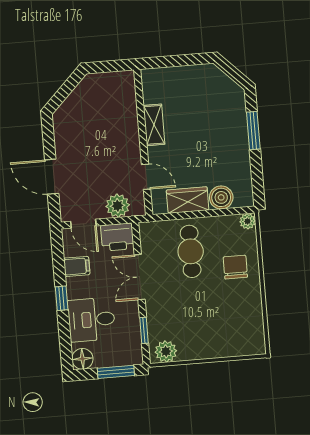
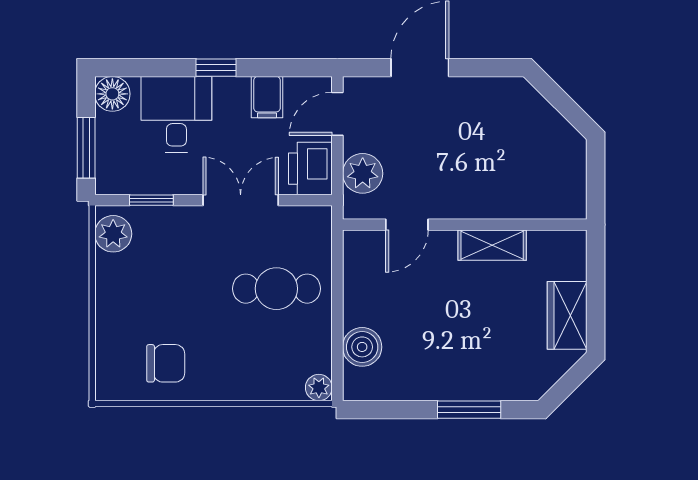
wardrobe: (188, 200) -> (567, 315), moved, turned 180
chair: (235, 267) -> (166, 363), moved

